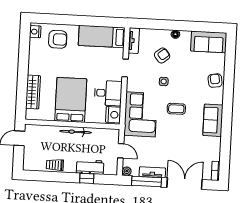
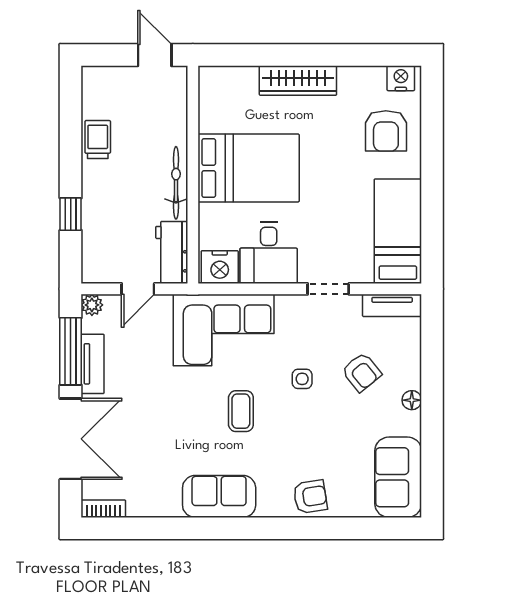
wardrobe: (33, 92) -> (298, 81), moved
workbench: (90, 167) -> (172, 252), moved, turned 180

